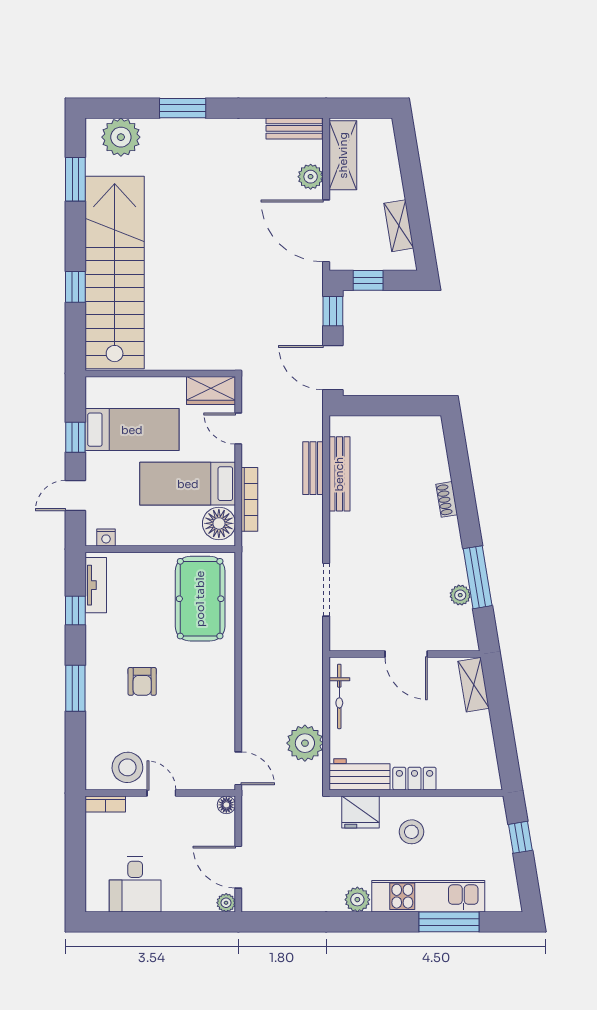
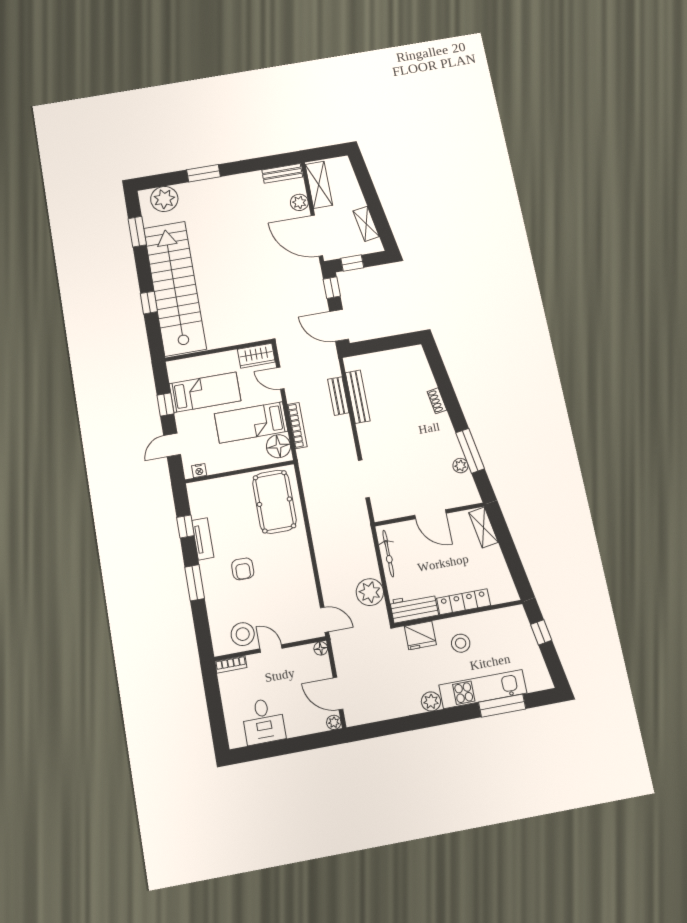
tv unit: (96, 585) -> (203, 539), moved
locker: (414, 779) -> (464, 602), width x1.53

